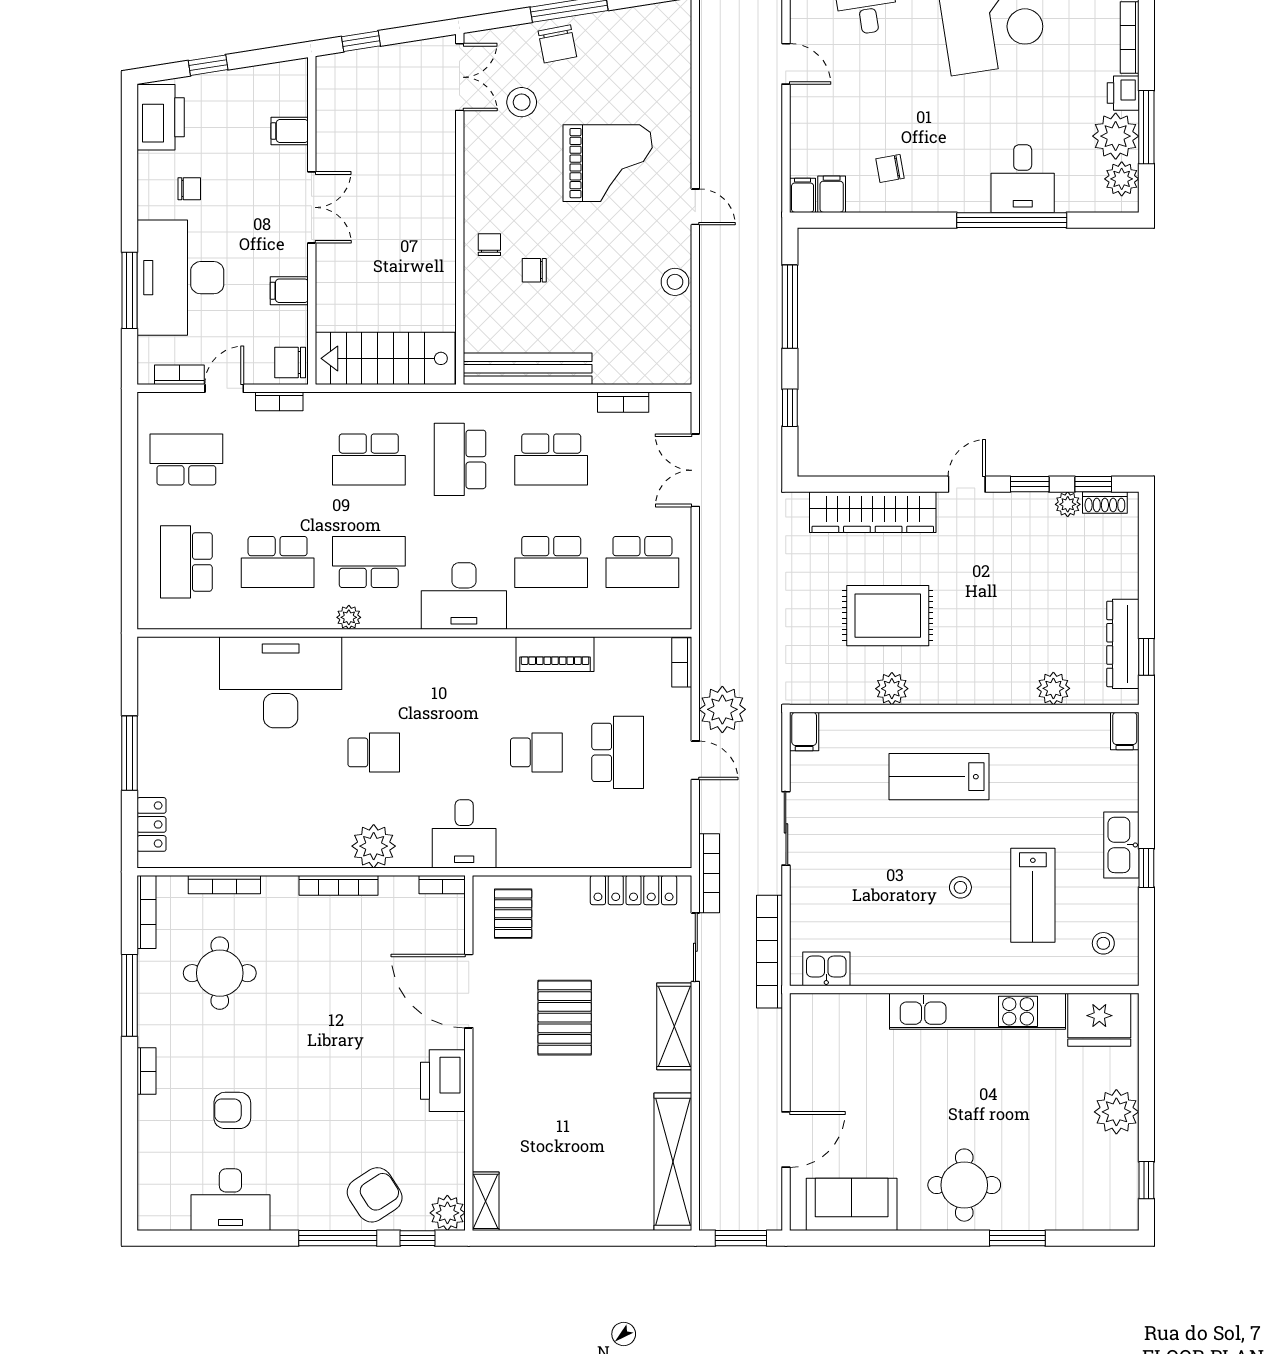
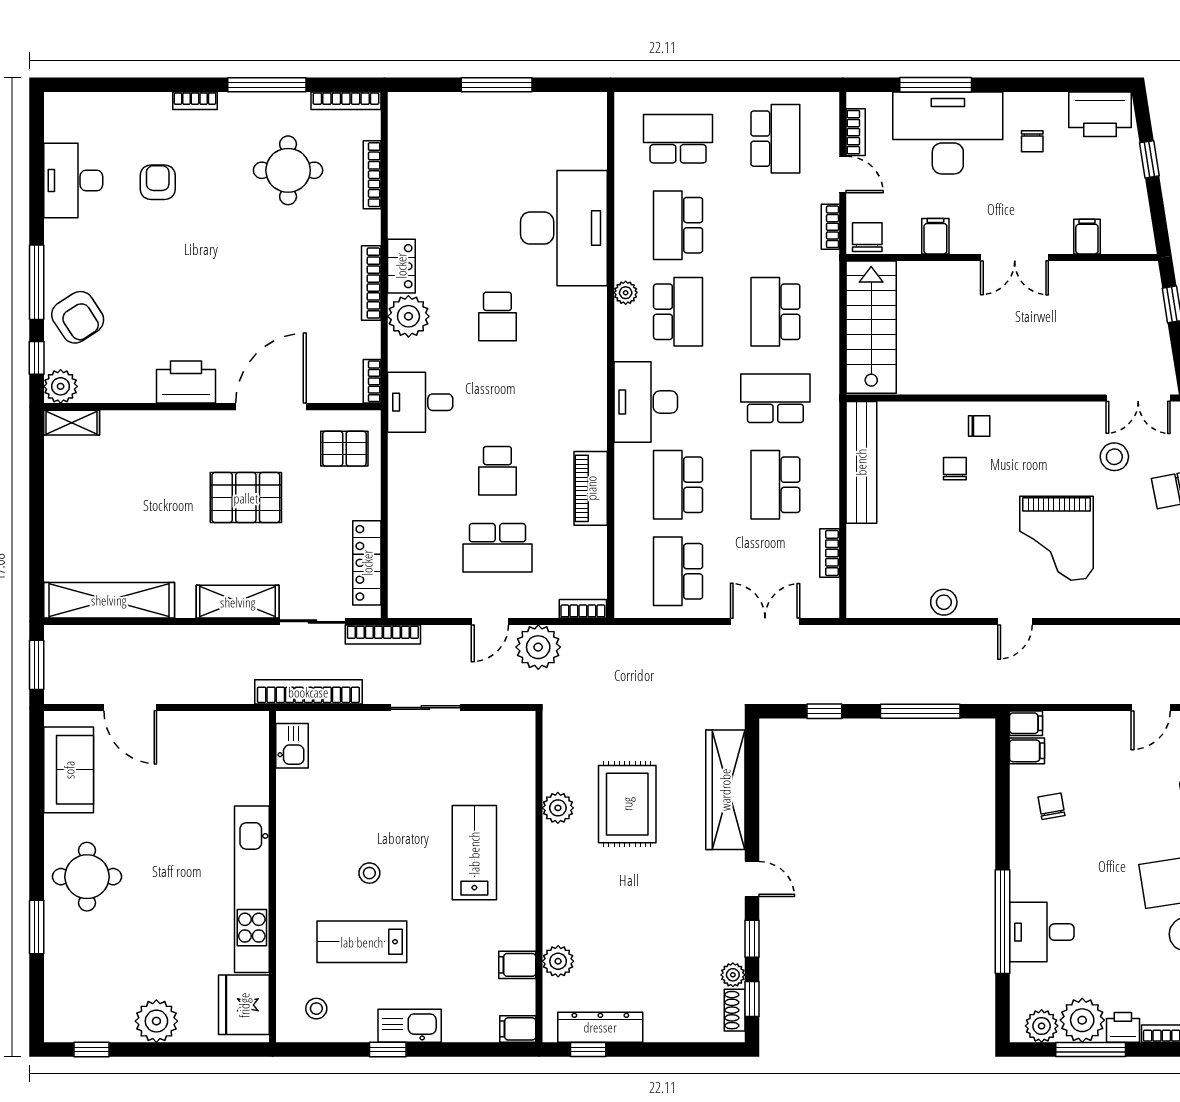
filing cabinet: (804, 732) -> (517, 965), moved
locker: (151, 824) -> (401, 266), moved, turned -90

